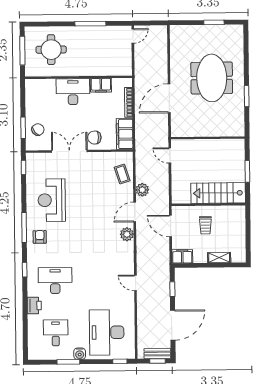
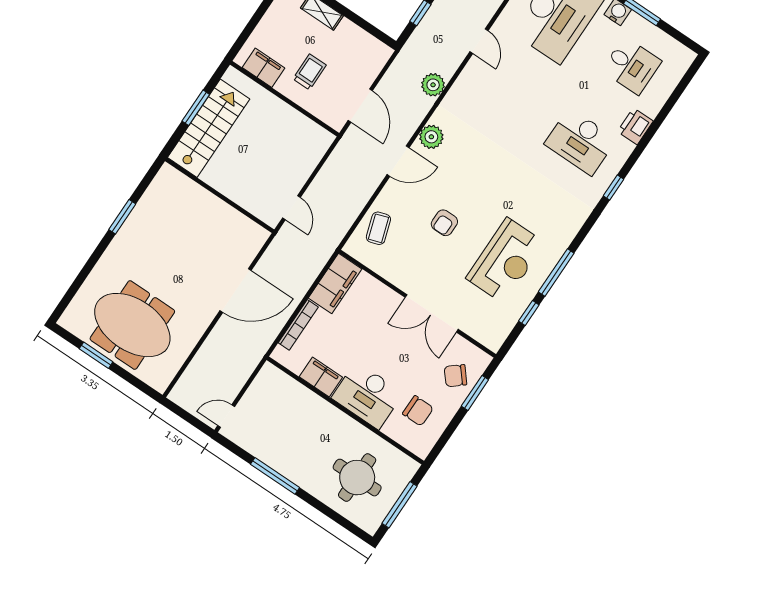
meeting table: (212, 78) -> (132, 325), moved, turned 90
chair: (94, 138) -> (418, 411), moved
window: (24, 167) -> (529, 313), moved
plant: (142, 190) -> (433, 85), moved
stairs: (218, 193) -> (209, 128), moved, turned -90
window: (24, 227) -> (556, 272), moved
armchair: (40, 237) -> (444, 223), moved
filing cabinet: (182, 256) -> (264, 68), moved, turned 180
door: (135, 283) -> (479, 41), moved
desk: (56, 333) -> (632, 66), turned -90

